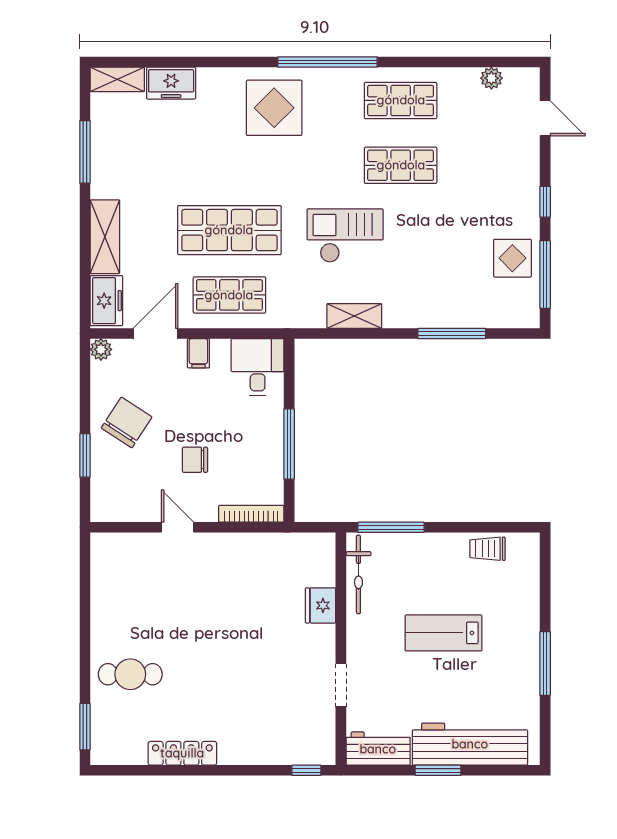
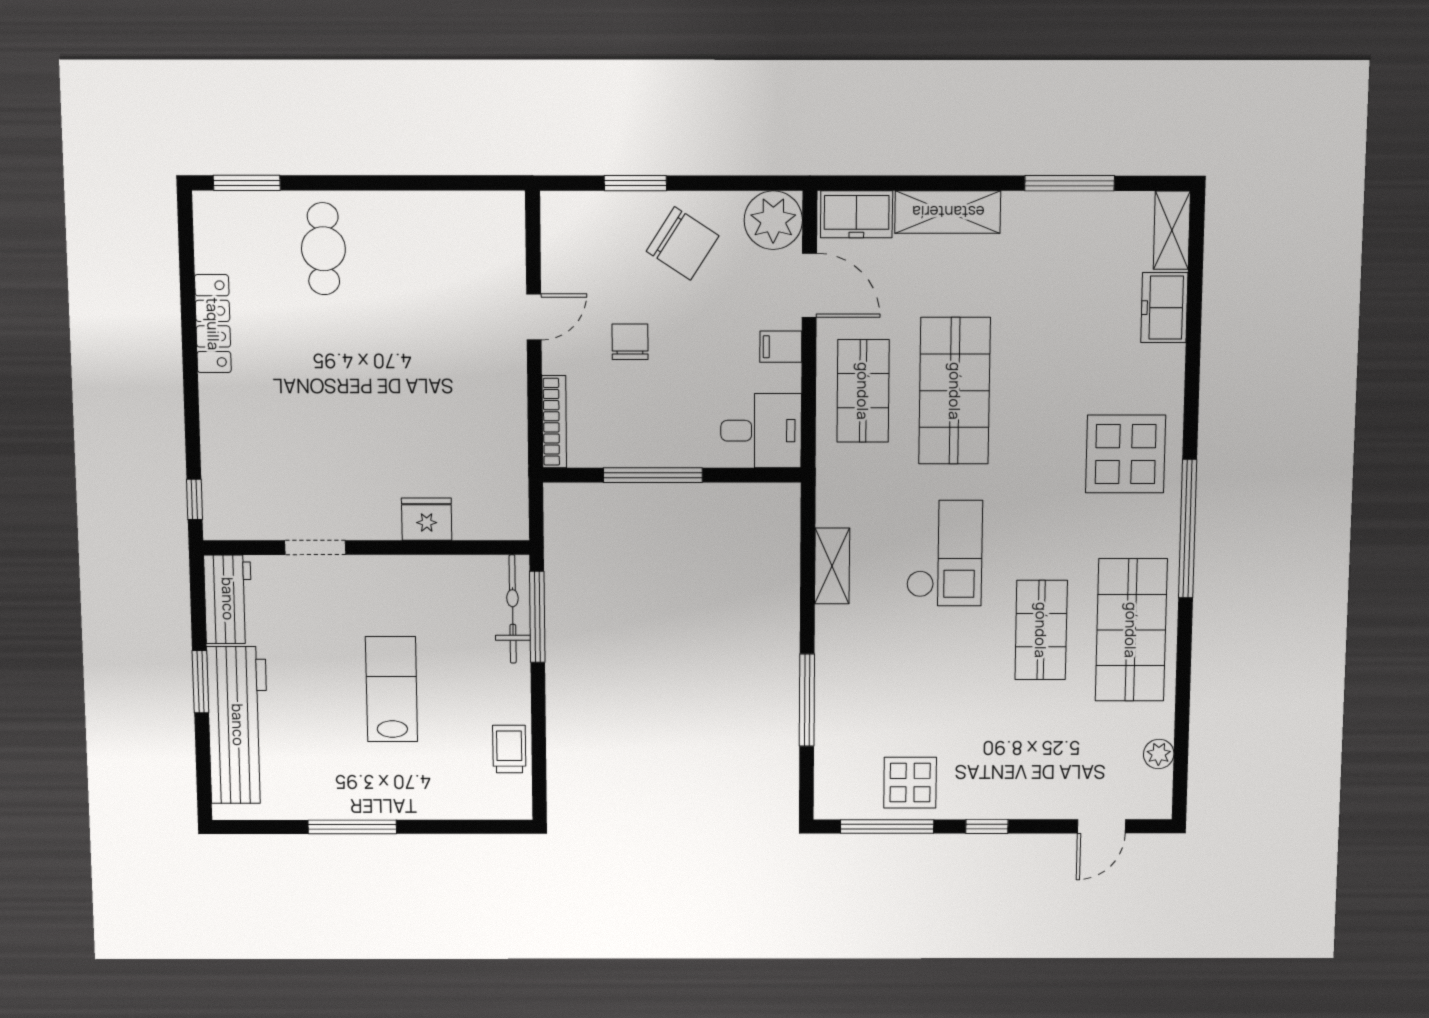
shop shelf: (401, 100) -> (1131, 630), width x1.43, depth x1.36
plant: (101, 349) -> (773, 220), width x1.88, depth x1.88
bicycle: (358, 574) -> (513, 609), moved, turned 90

